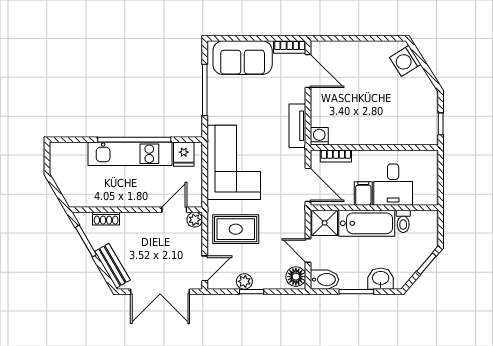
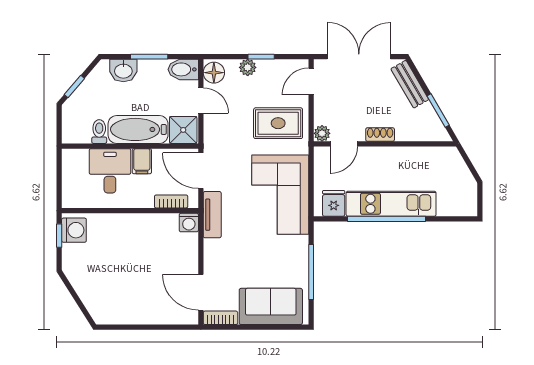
washing machine: (405, 61) -> (74, 230), moved, turned 32
tv unit: (297, 126) -> (212, 215), moved
shoe rack: (106, 219) -> (380, 135), moved
plant: (244, 281) -> (248, 67), moved

